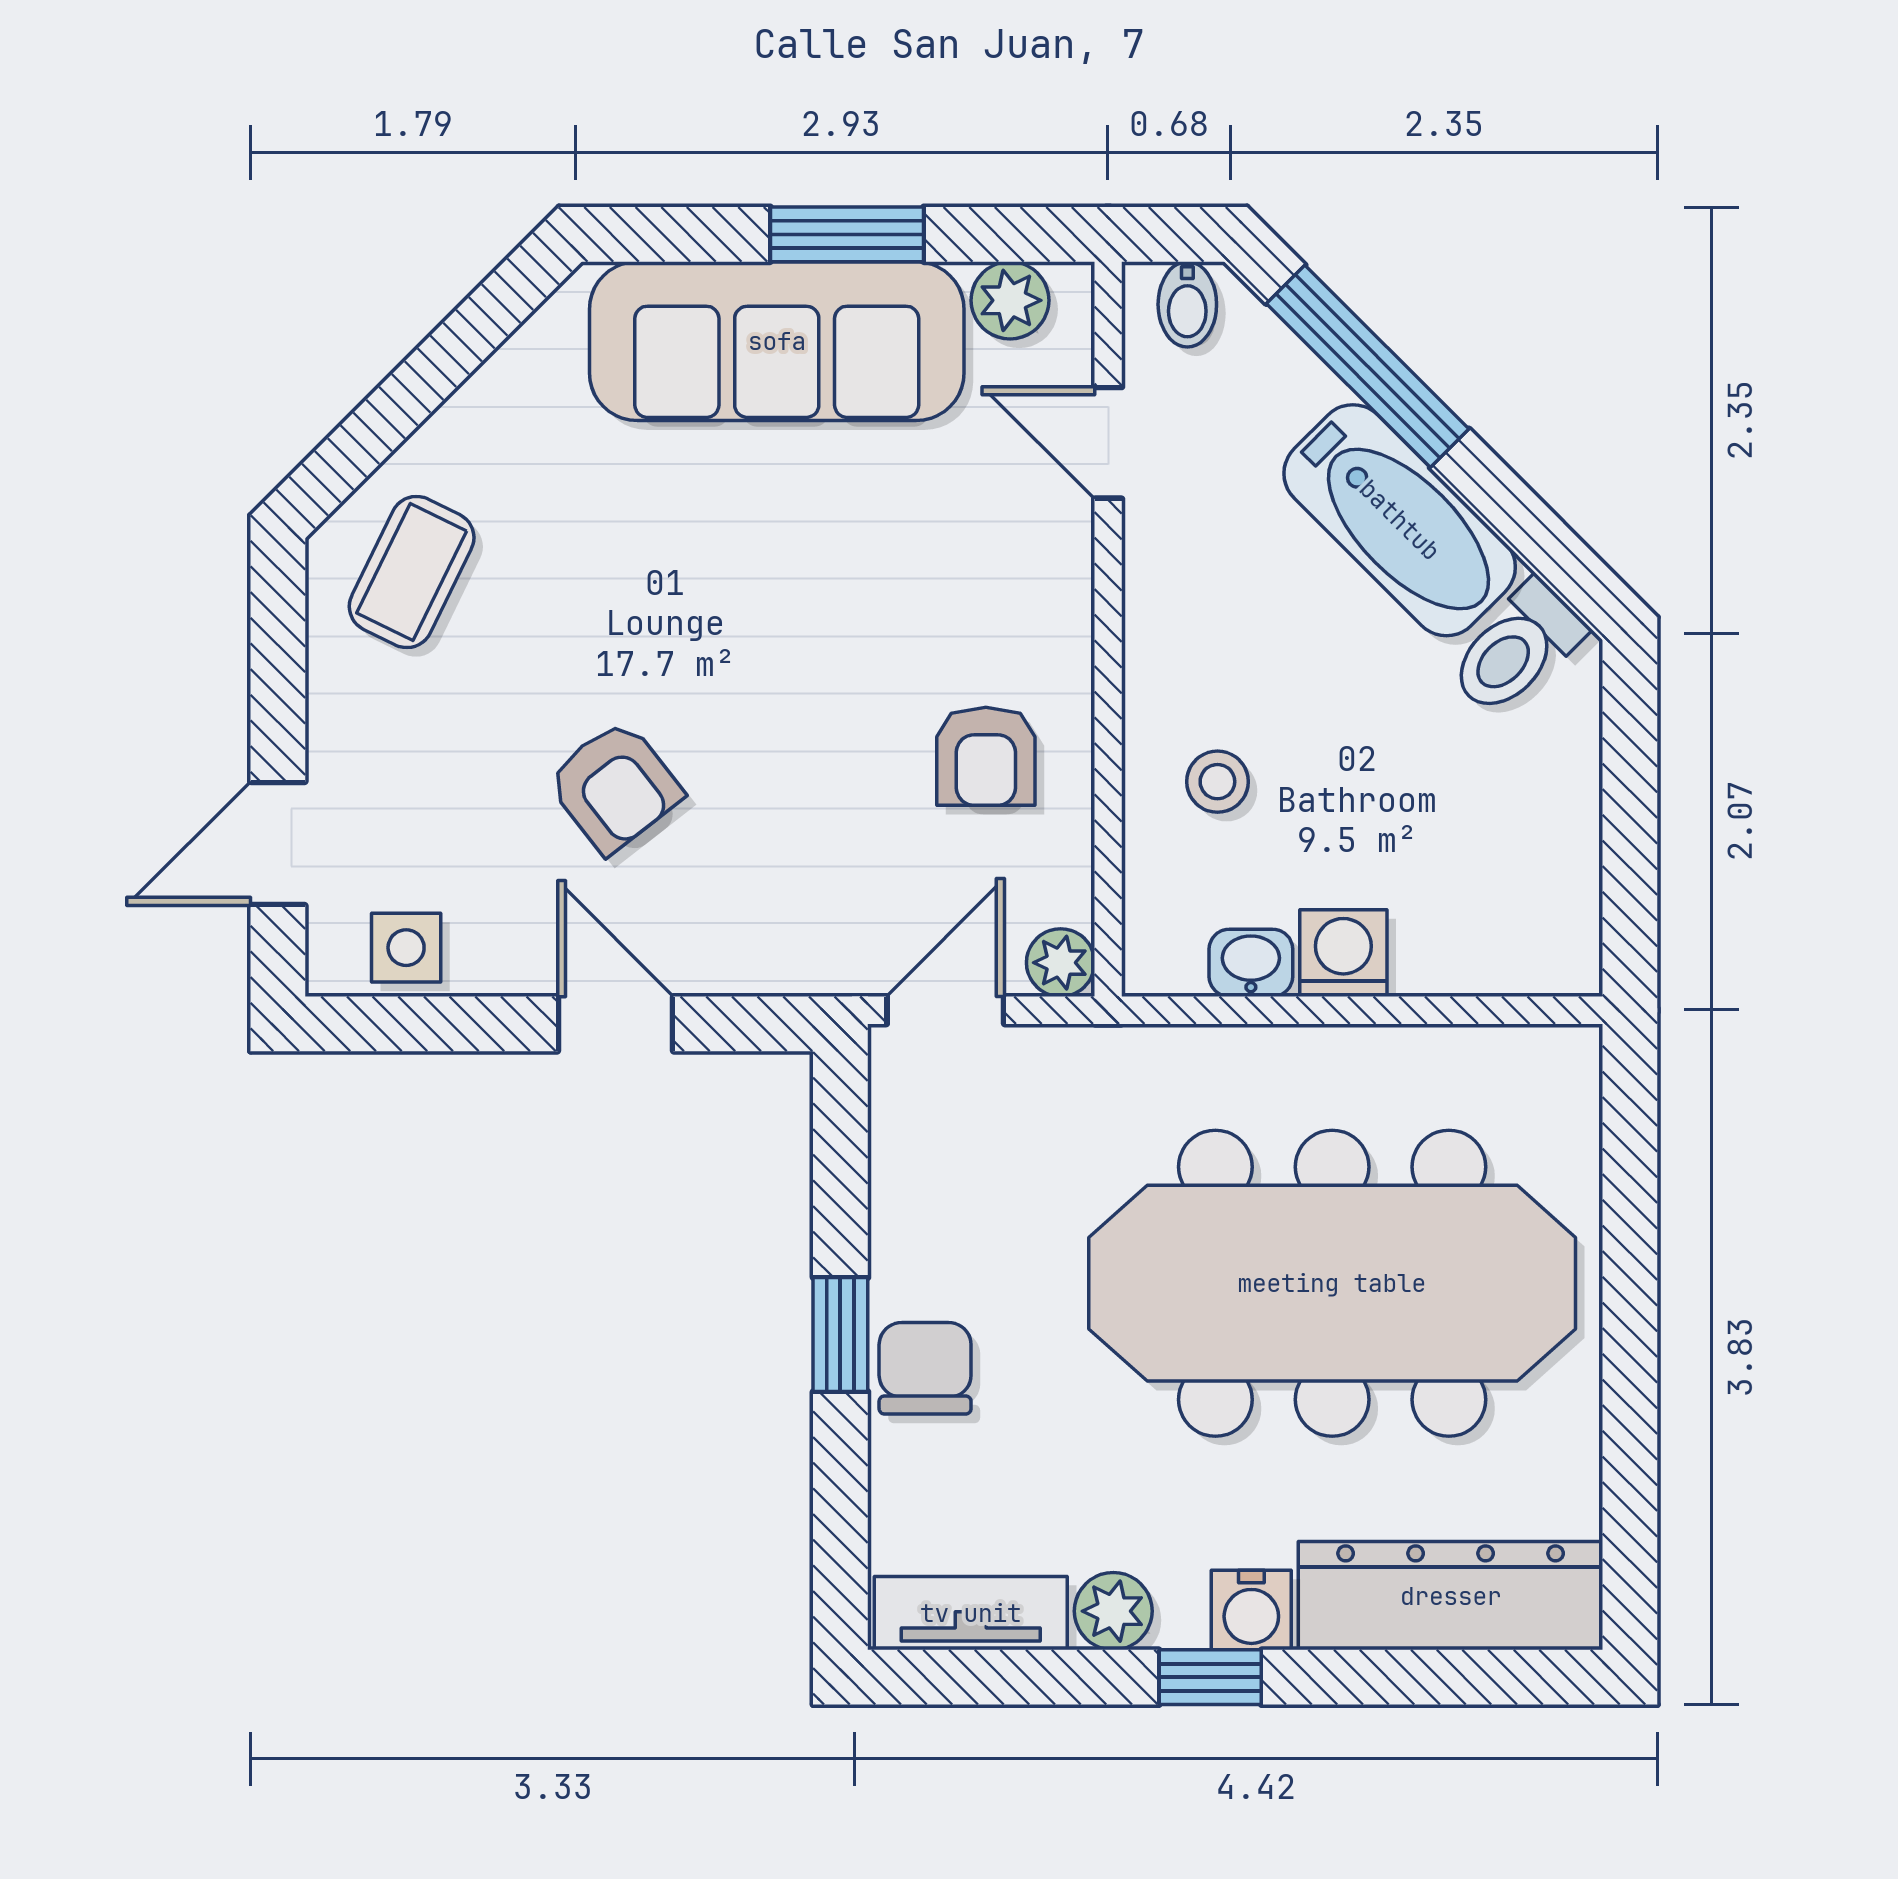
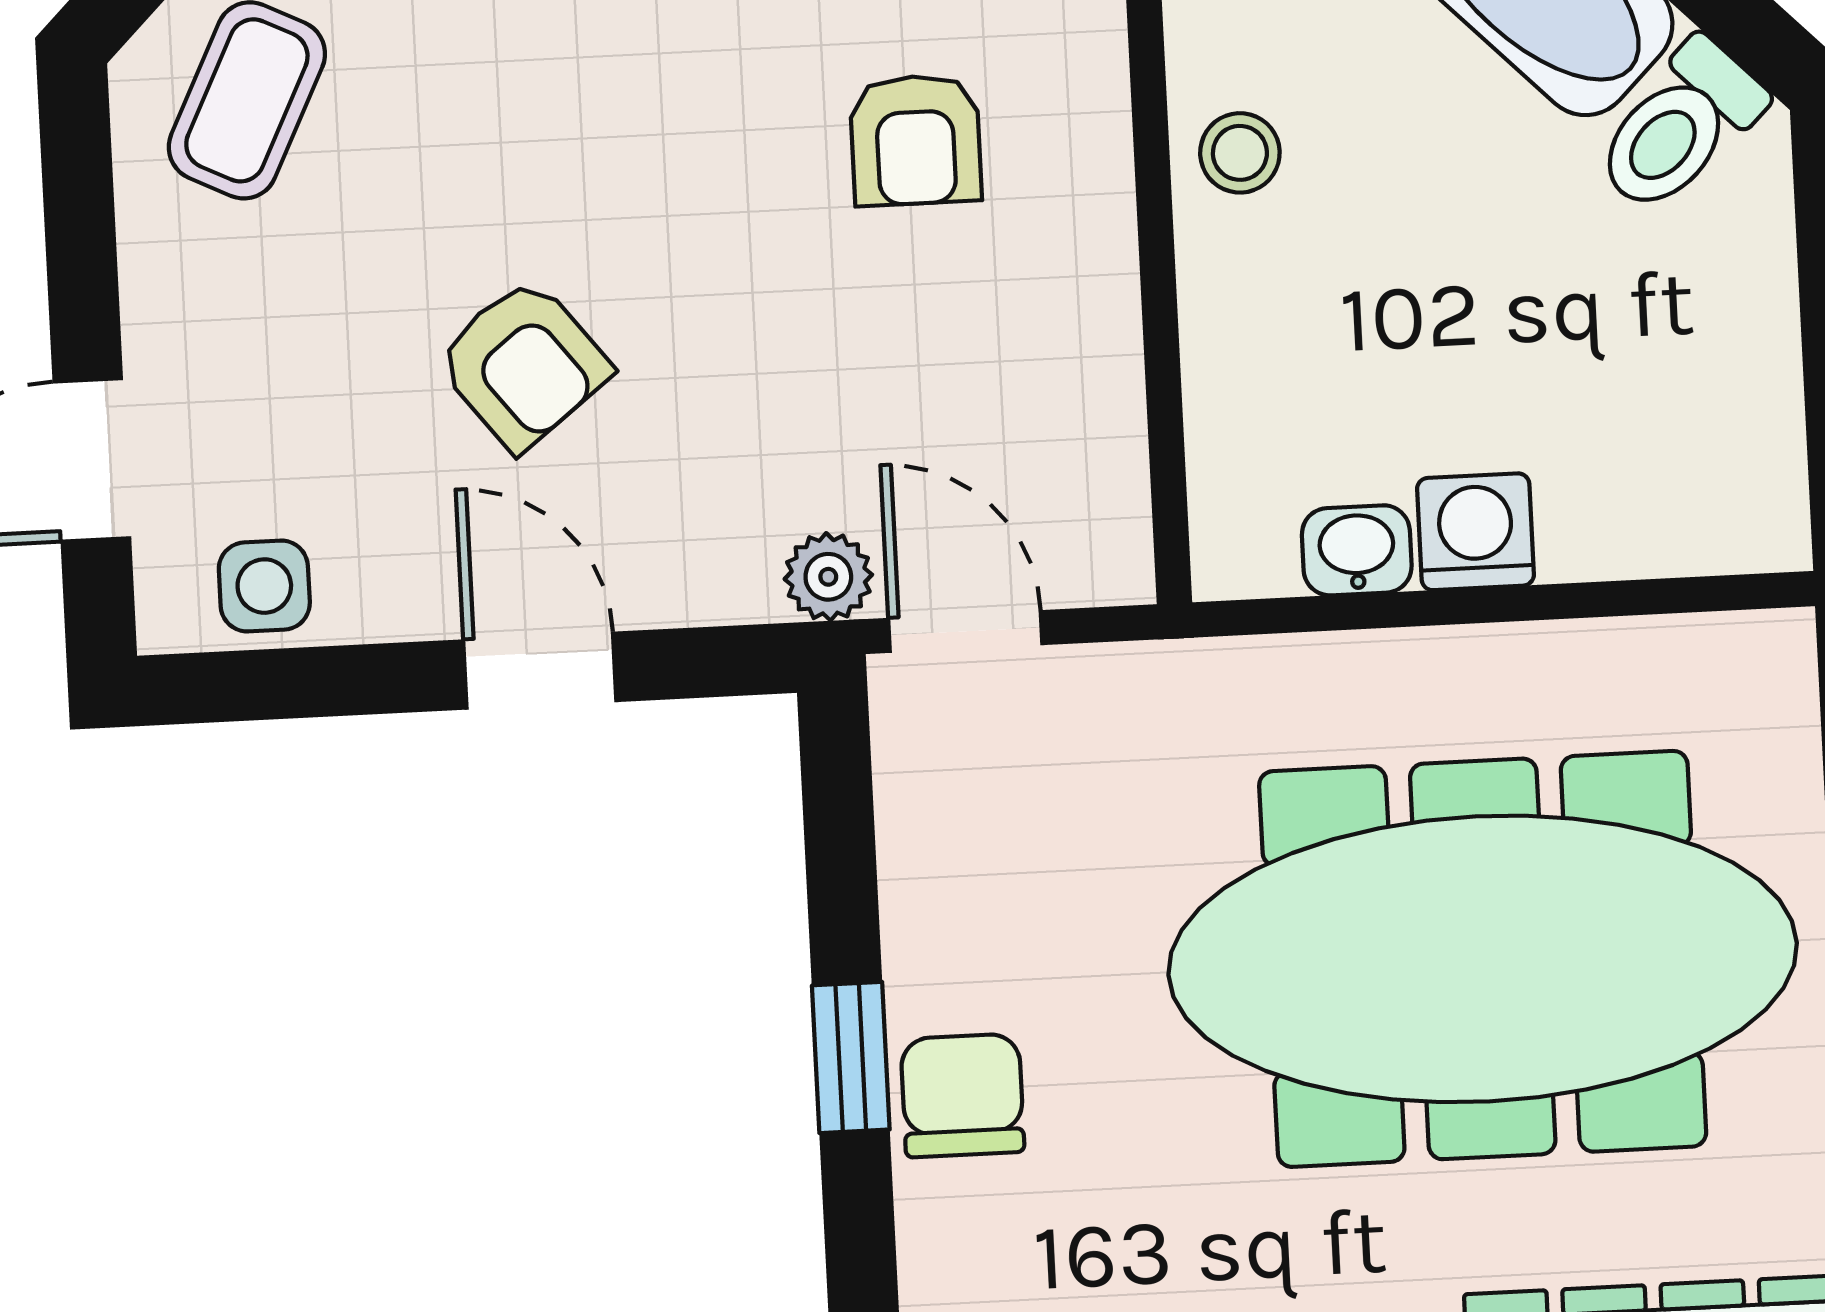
armchair: (986, 756) -> (916, 140), moved
stool: (1217, 782) -> (1240, 153), moved
plant: (1061, 963) -> (828, 577), moved
door: (945, 1010) -> (965, 632), hinge flipped

